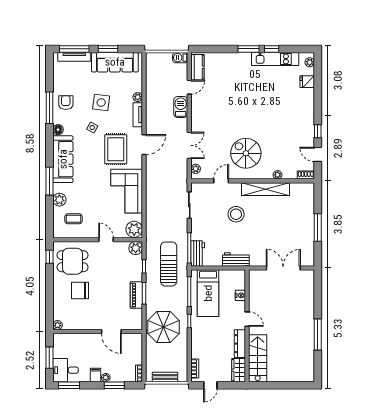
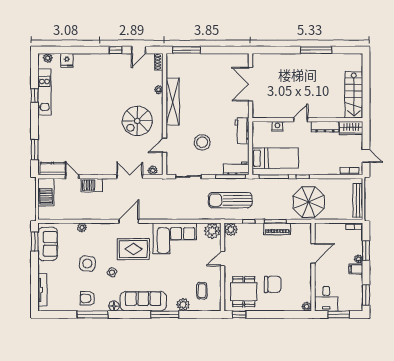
window: (74, 49) -> (35, 290), removed
window: (108, 49) -> (35, 242), moved
window: (249, 49) -> (35, 150), moved
barbecue: (180, 58) -> (46, 192), width x1.88, depth x1.53
sofa: (115, 62) -> (48, 244), width x0.73
tv unit: (138, 115) -> (99, 228), removed
door: (144, 145) -> (129, 221), hinge flipped
door: (221, 181) -> (165, 145), hinge flipped
stool: (236, 214) -> (202, 142), moved
window: (318, 228) -> (187, 50), moved
sun lounger: (169, 264) -> (230, 200), moved
chair: (80, 291) -> (273, 284), turned -90
stairs: (258, 358) -> (354, 95), moved, turned -90
desk: (65, 370) -> (326, 299), moved
bench: (165, 377) -> (358, 201), width x1.36

